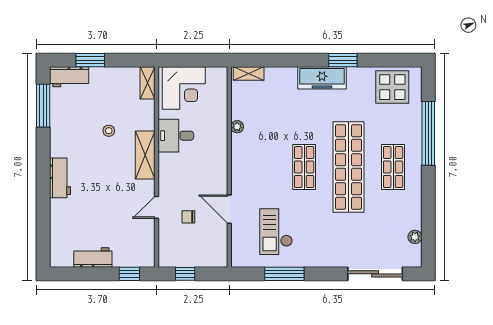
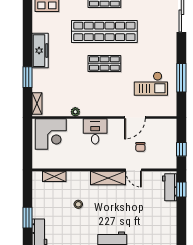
window: (343, 60) -> (27, 77), moved
shelving: (148, 83) -> (54, 176), moved
corner desk: (184, 88) -> (51, 134), moved, turned 90
desk: (176, 136) -> (95, 131), moved, turned 180
shelving: (145, 155) -> (108, 178), moved
workbench: (93, 258) -> (170, 187), moved

